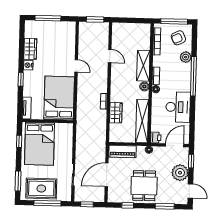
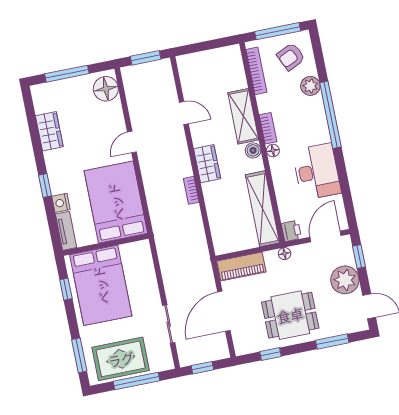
floor lamp: (68, 32) -> (106, 89), added
nightstand: (28, 65) -> (61, 203), moved
door: (76, 66) -> (132, 142), swing flipped
wardrobe: (116, 113) -> (207, 164), moved
dining table: (144, 186) -> (290, 315), turned 90

